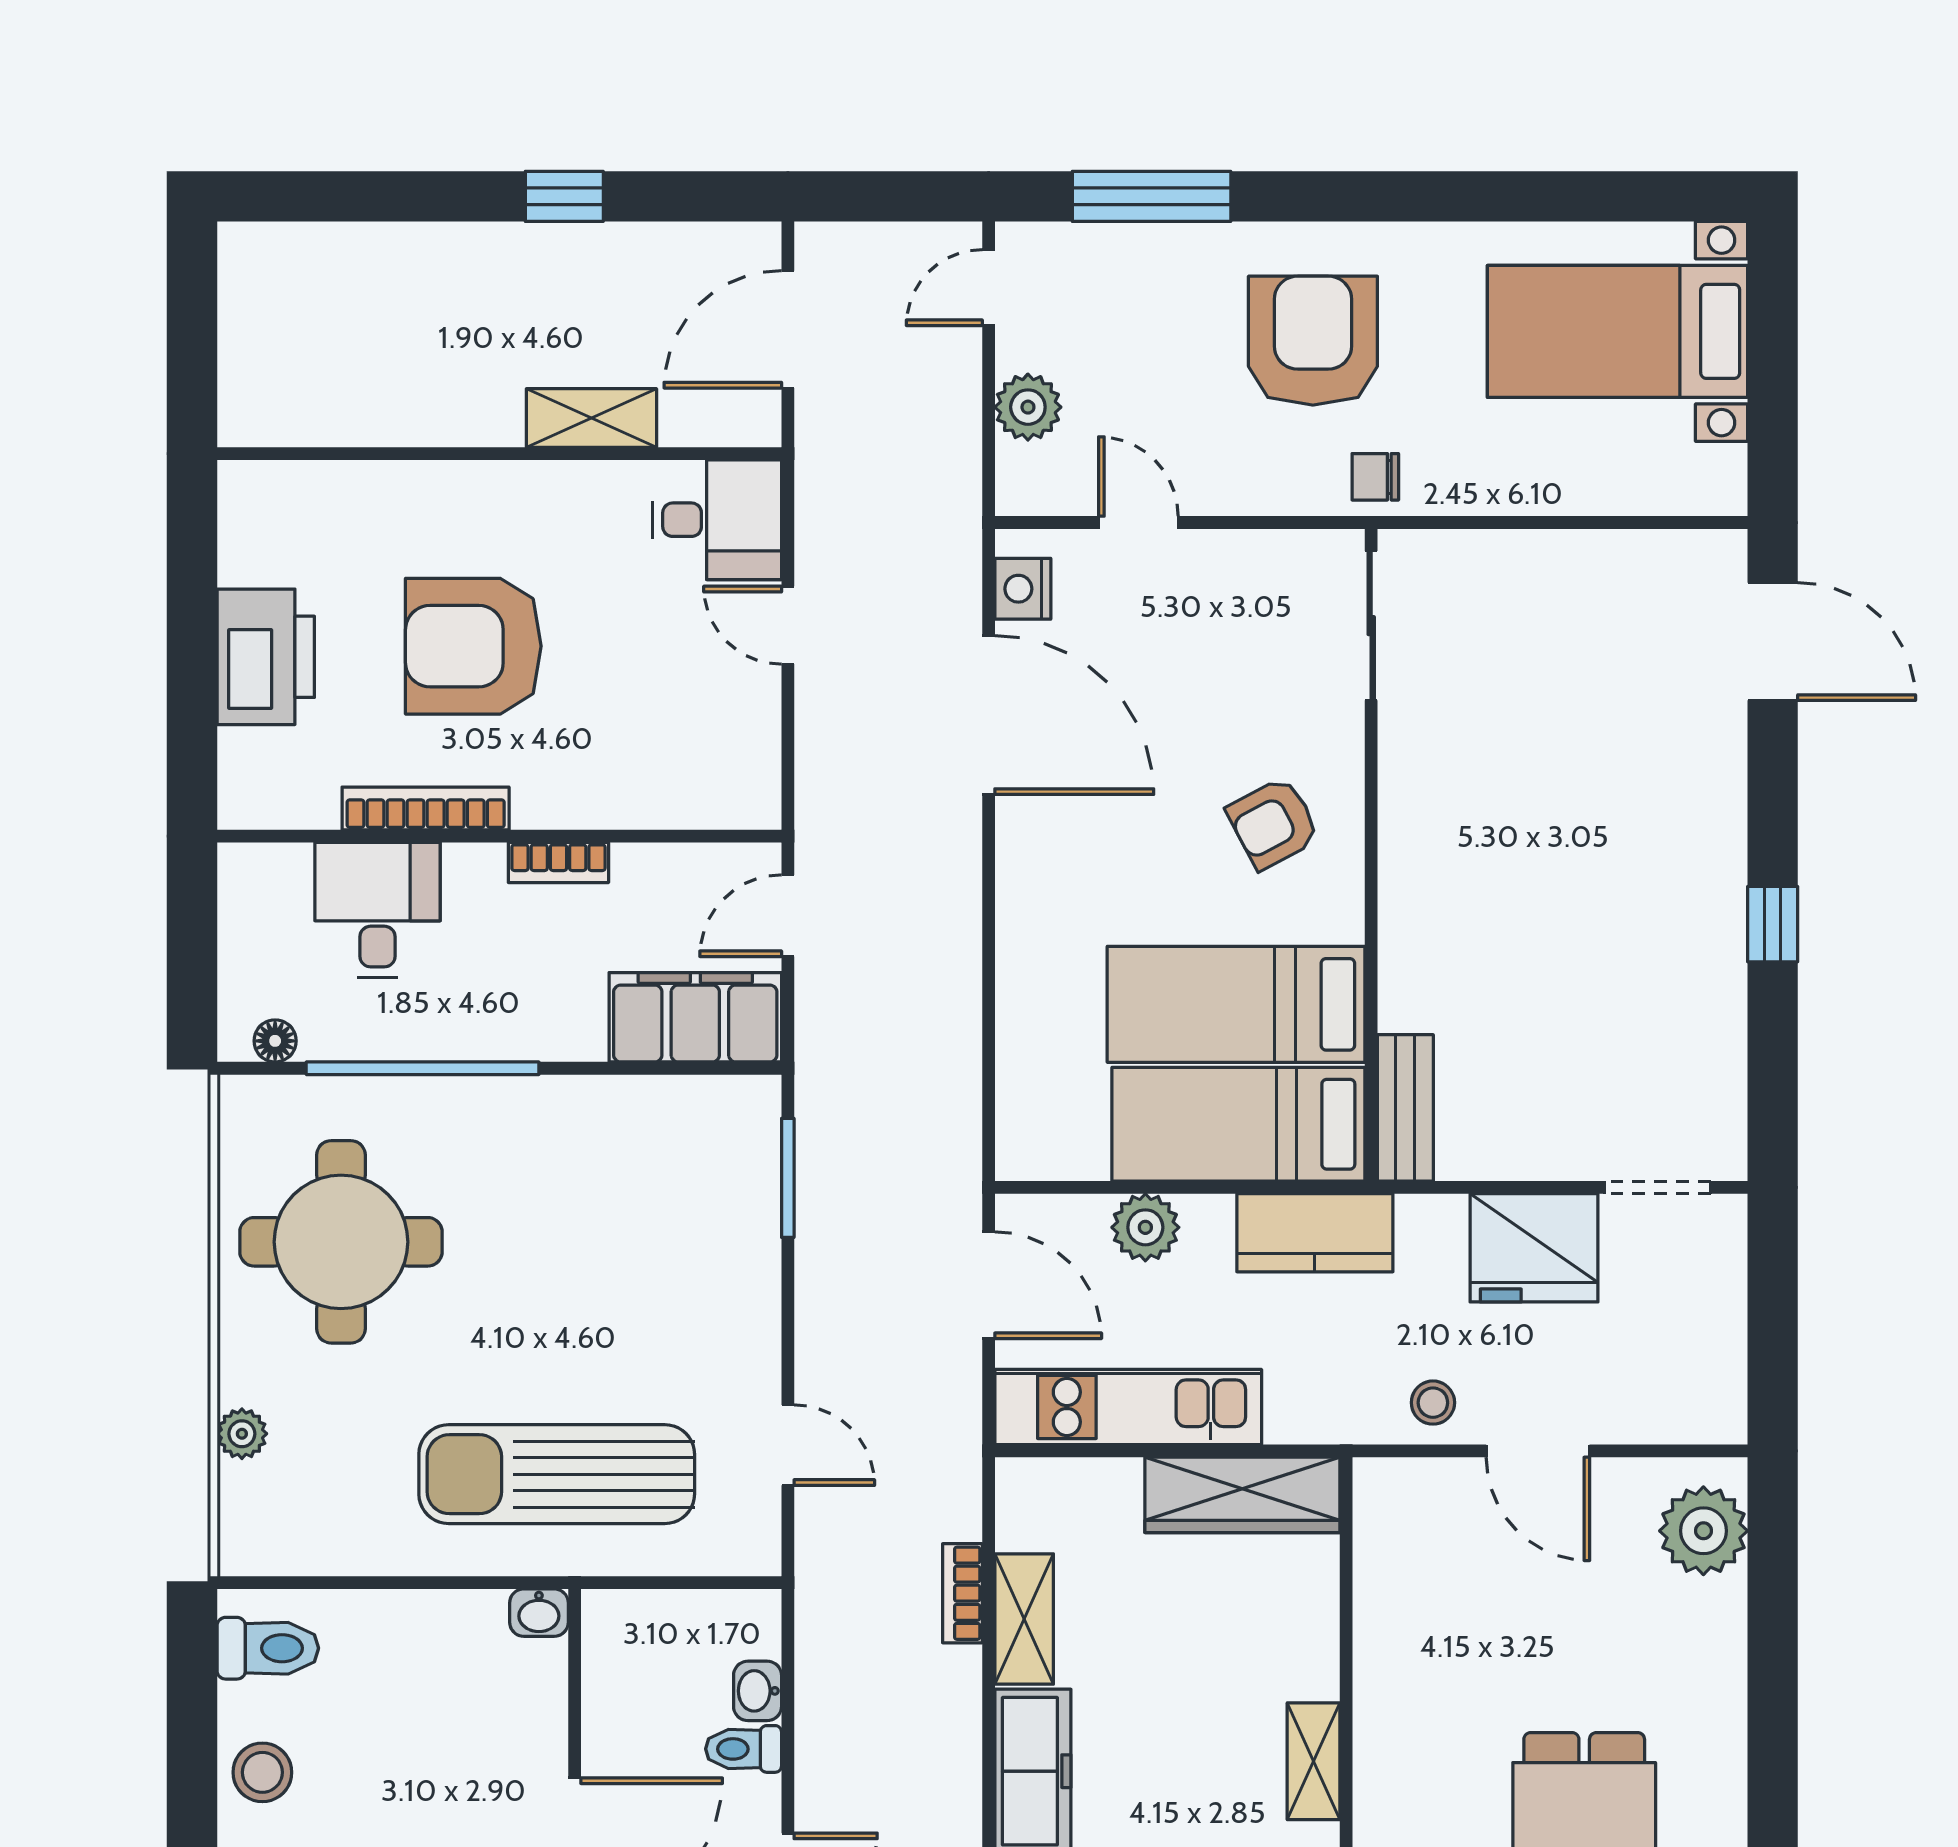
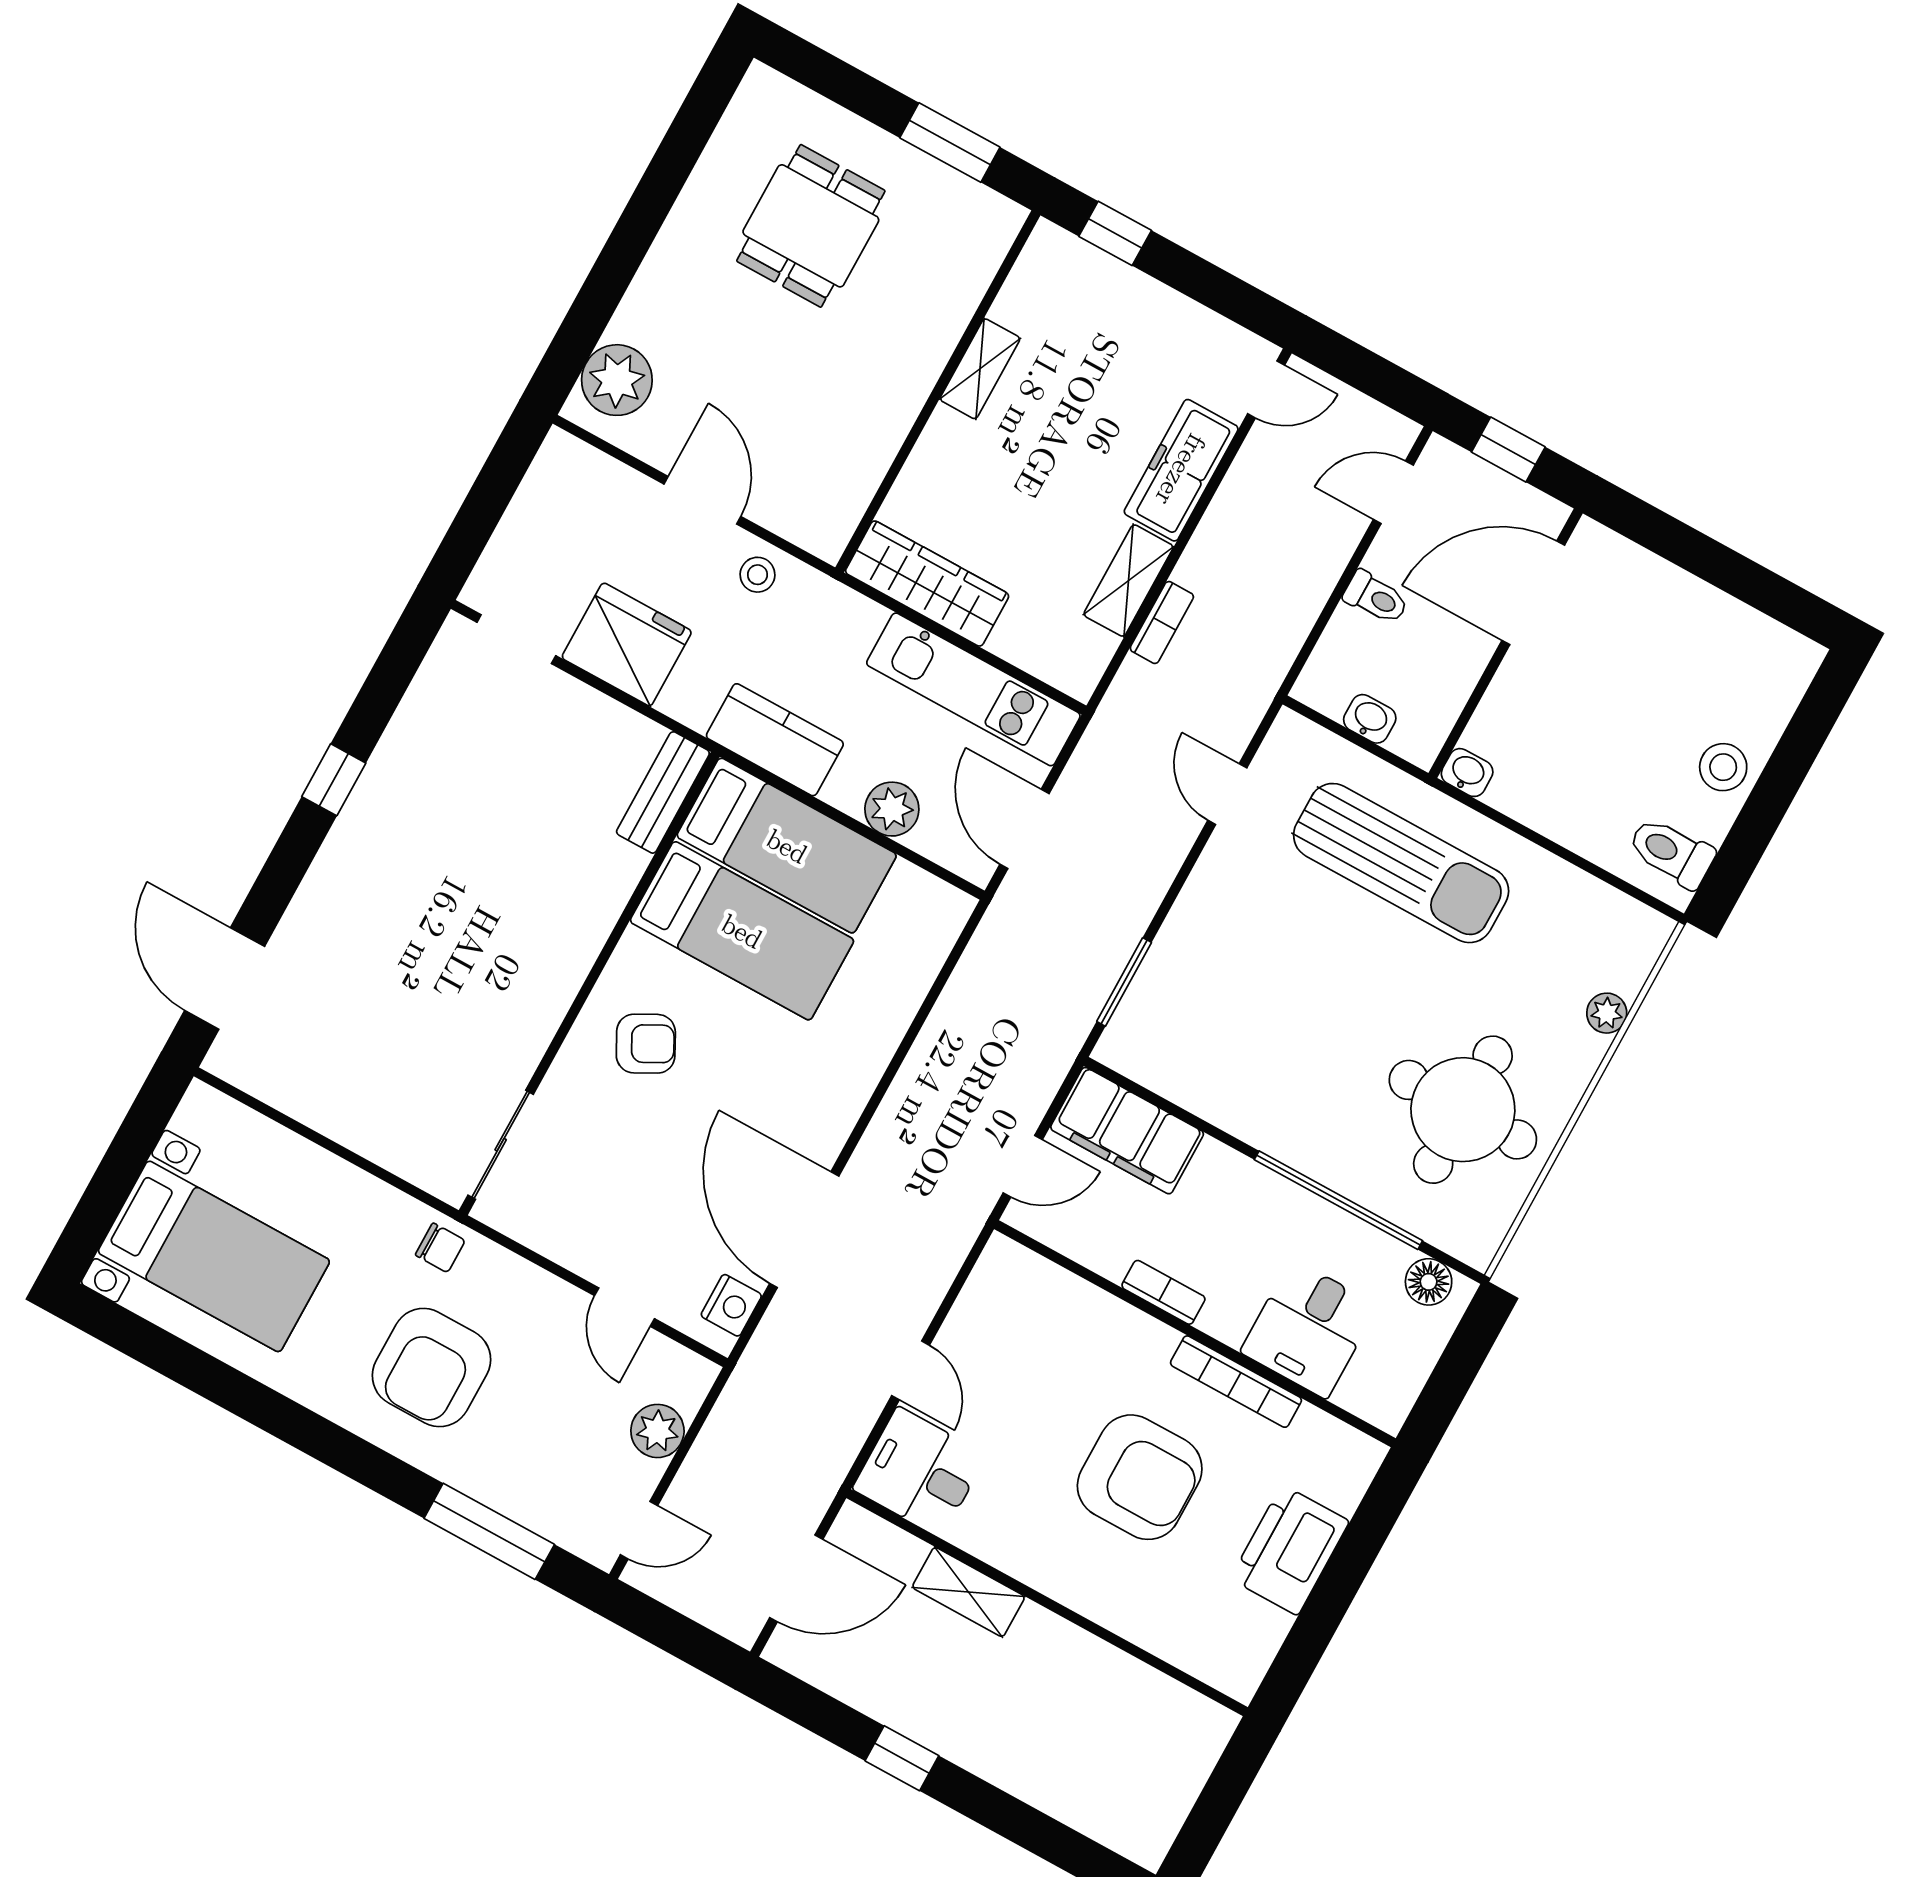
floor lamp: (275, 1041) -> (1429, 1282), width x1.37, depth x1.37
washbasin: (758, 1691) -> (1370, 719), moved, turned -90

